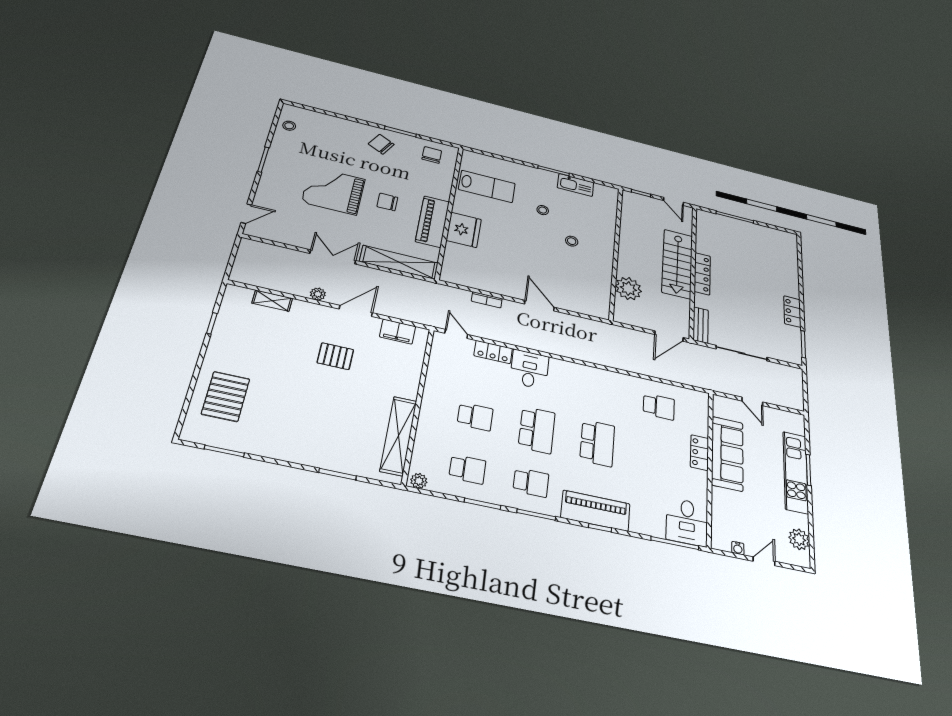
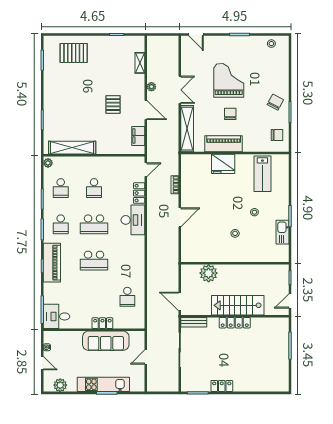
desk: (529, 369) -> (133, 220), width x1.37

